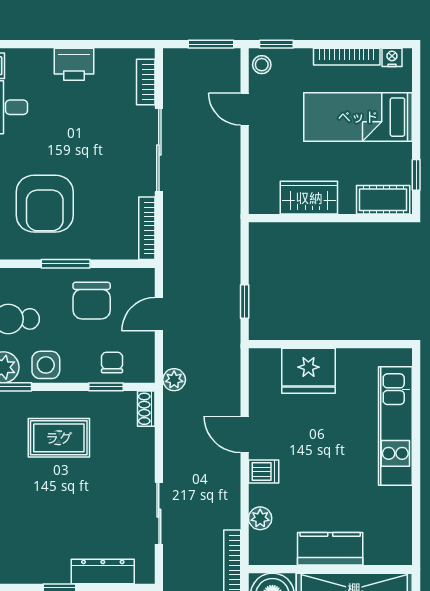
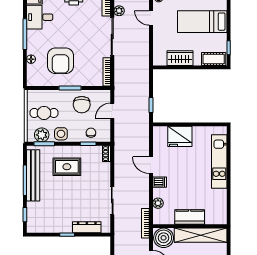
plant: (174, 380) -> (119, 11), moved

